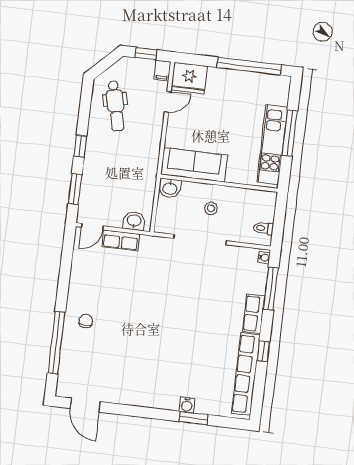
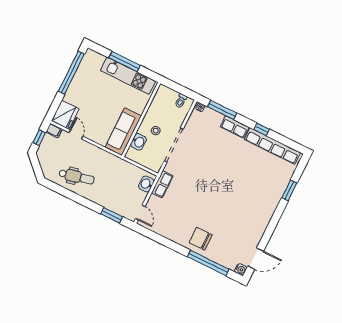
dental chair: (116, 106) -> (77, 177), moved
window: (80, 146) -> (85, 202), removed
washbasin: (170, 188) -> (138, 142), moved
row of seats: (121, 240) -> (162, 184), moved
chair: (86, 321) -> (201, 239), width x1.87, depth x1.87
water cooler: (187, 405) -> (241, 269), moved

